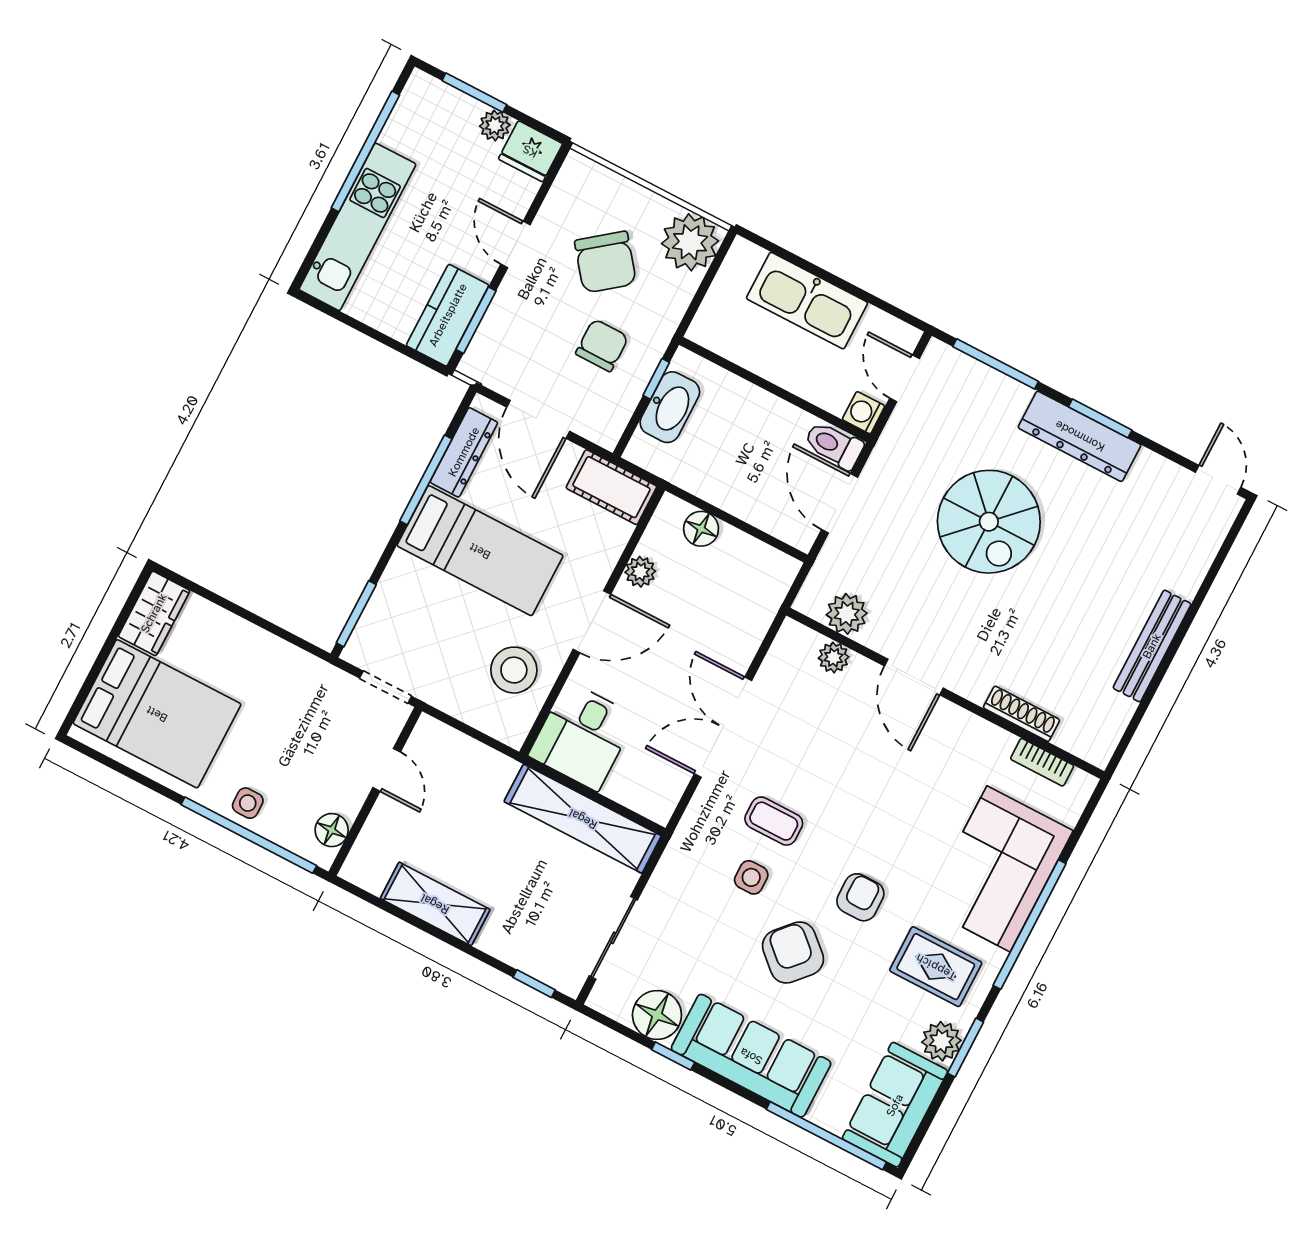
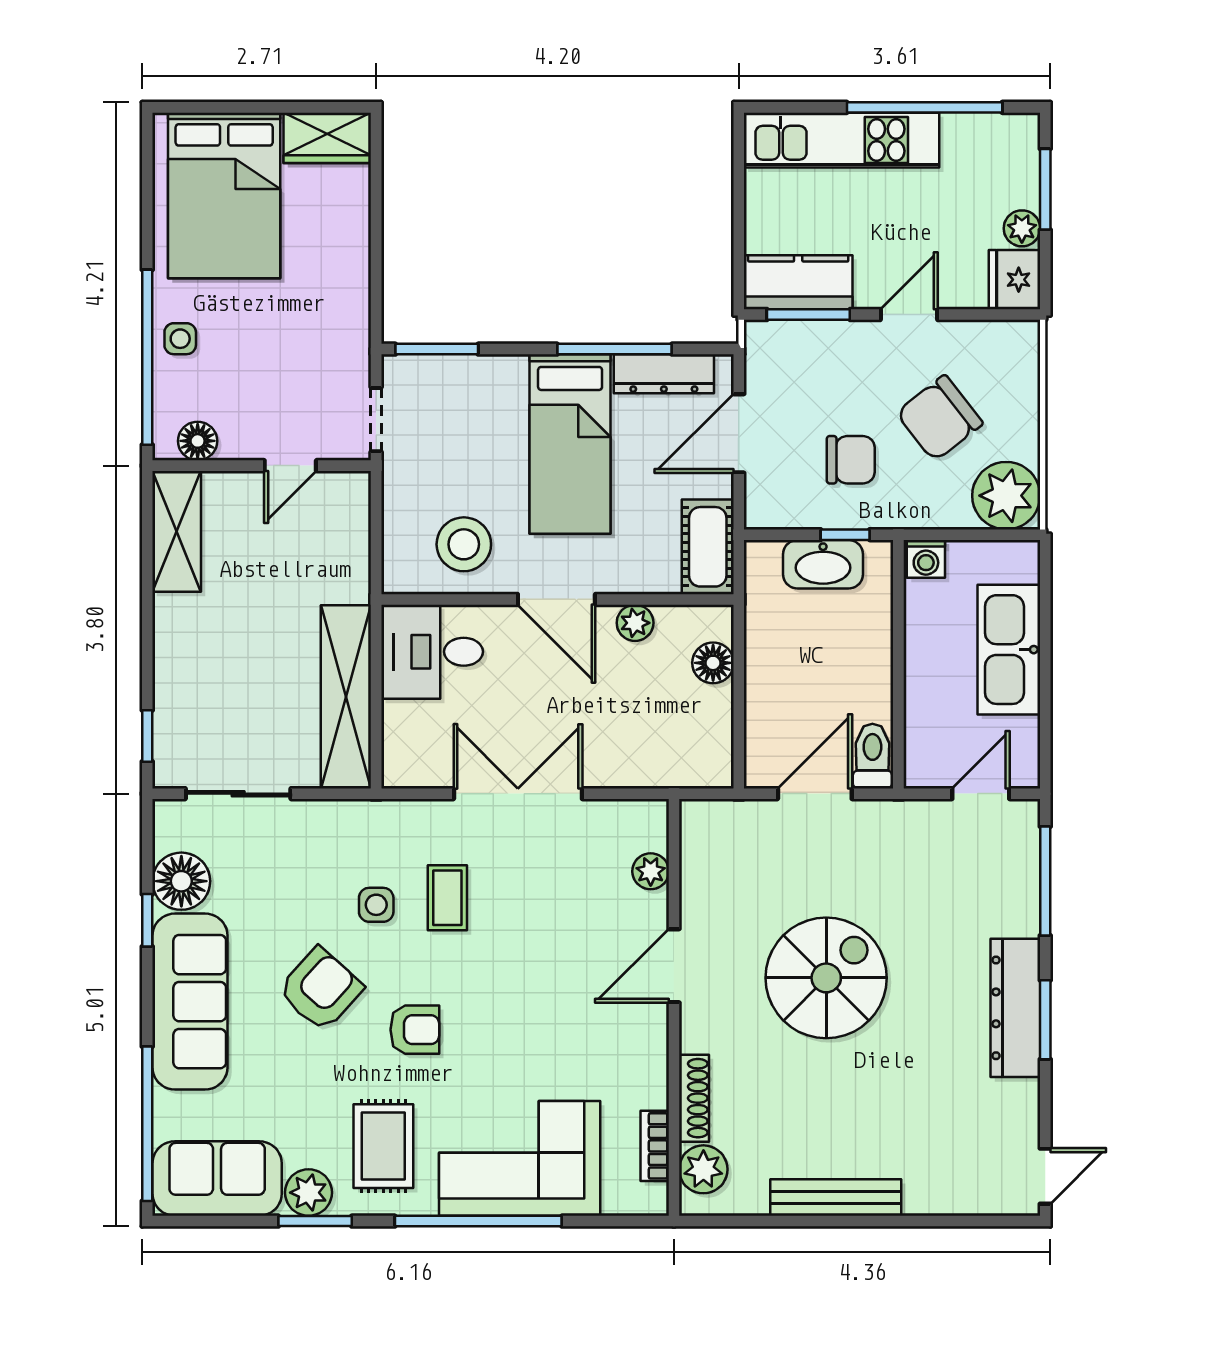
washing machine: (864, 413) -> (926, 559), moved, turned 180
spiral stairs: (989, 522) -> (826, 978), moved, turned 180
plant: (847, 614) -> (703, 1169), moved
shelving: (435, 904) -> (177, 531), moved

